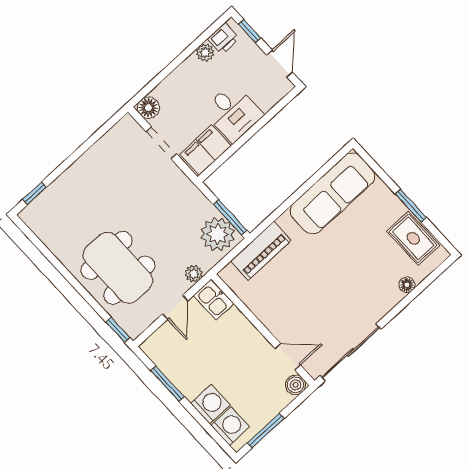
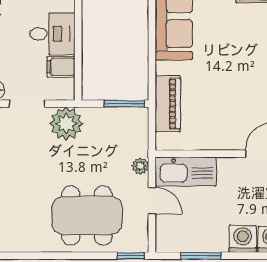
filing cabinet: (205, 150) -> (61, 67), width x0.50
plant: (218, 234) -> (66, 124), moved
kitchen sink: (214, 300) -> (186, 172), width x1.87, depth x1.24

